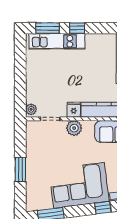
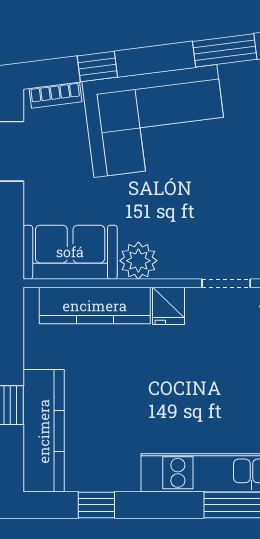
window: (77, 28) -> (96, 505), moved
plant: (74, 128) -> (138, 261), moved

